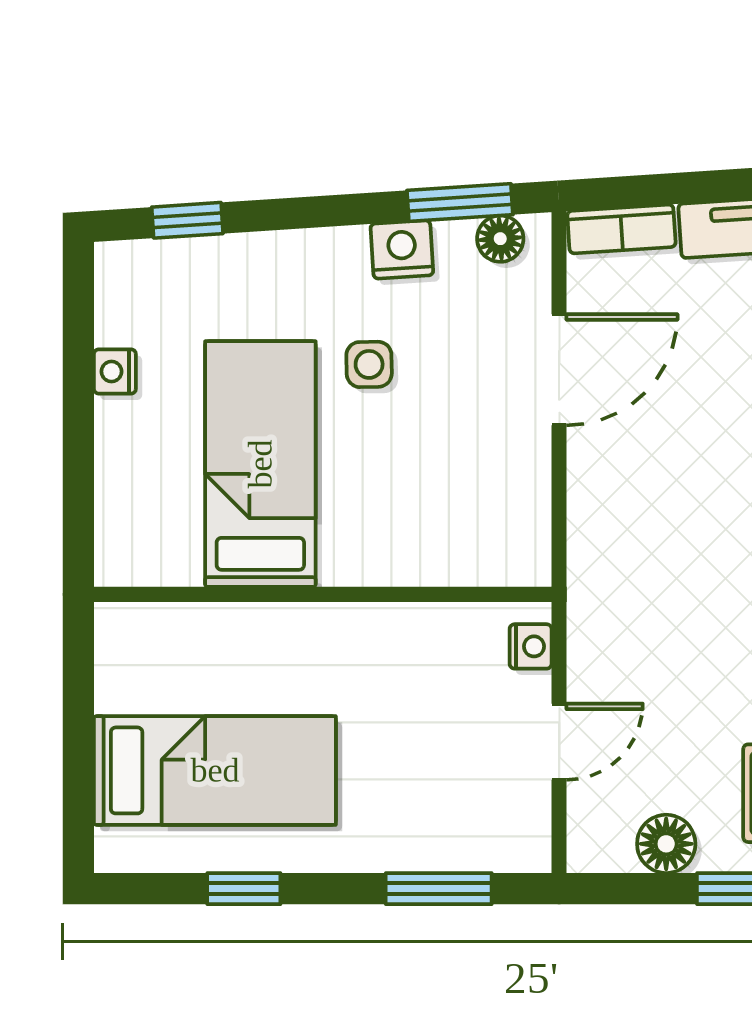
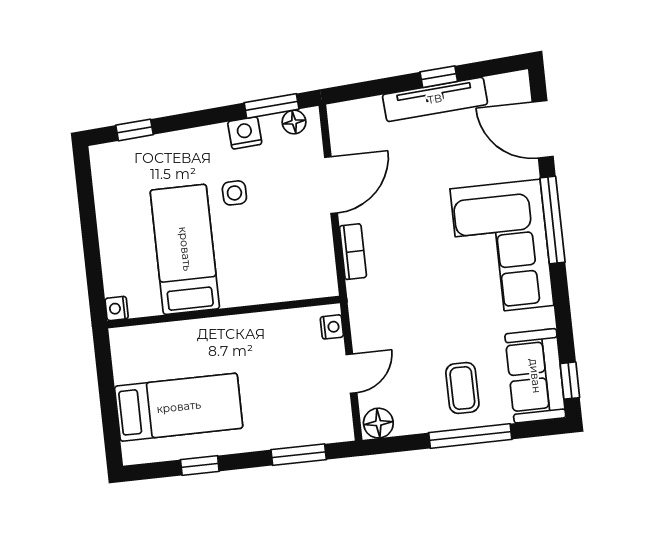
bookcase: (621, 229) -> (353, 252), moved, turned -86
nightstand: (115, 371) -> (117, 308), moved
floor lamp: (666, 844) -> (378, 423), moved

